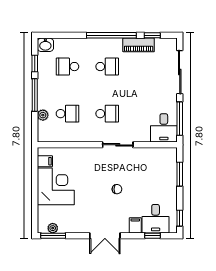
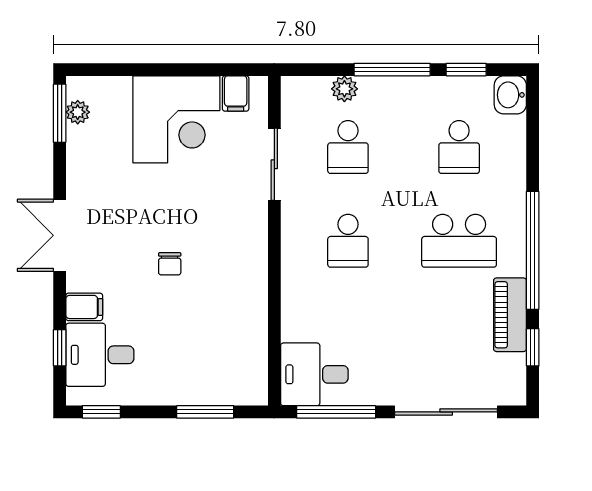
school desk: (67, 67) -> (459, 147), turned 180
school desk: (107, 67) -> (459, 241), width x1.85
sliding door: (118, 145) -> (274, 164), moved

